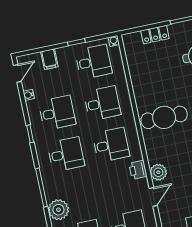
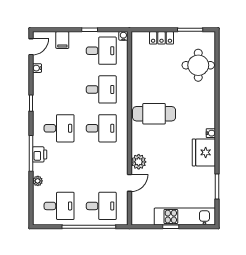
desk: (57, 113) -> (59, 89), removed
printer: (138, 170) -> (40, 154), moved, turned 180
plant: (58, 210) -> (38, 181), width x0.53, depth x0.53

